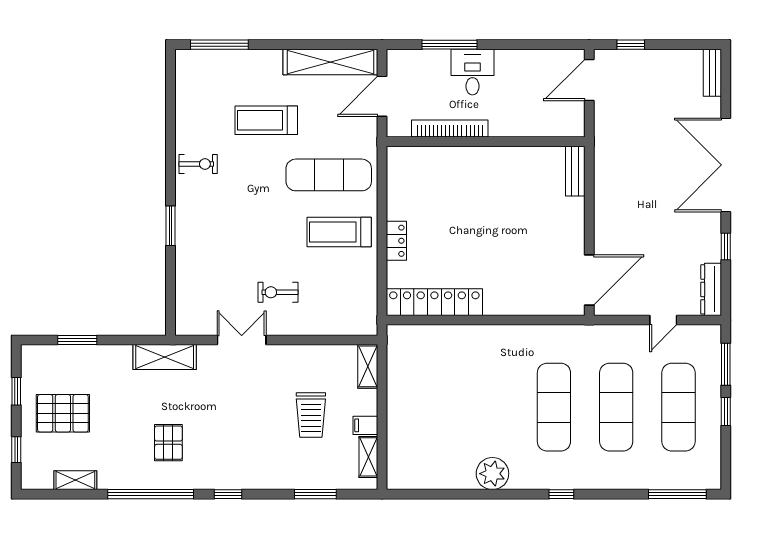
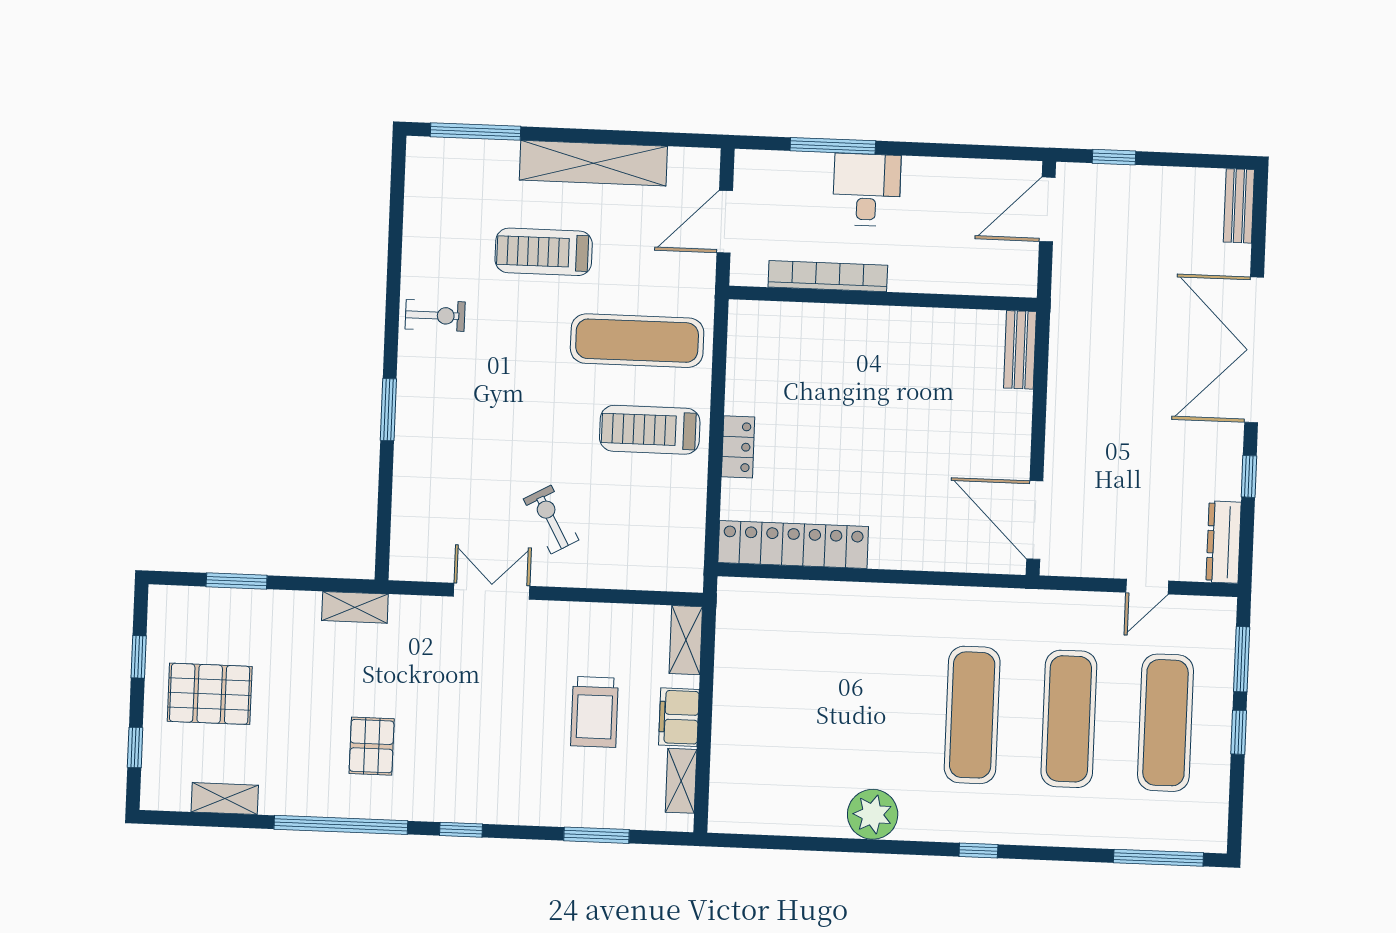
shelving: (330, 62) -> (593, 163), moved
door: (589, 280) -> (1035, 520), swing flipped
exercise bike: (278, 292) -> (551, 520), turned 61
shelving: (165, 357) -> (355, 607), width x0.67, depth x0.75
filing cabinet: (365, 425) -> (679, 717), width x2.00

